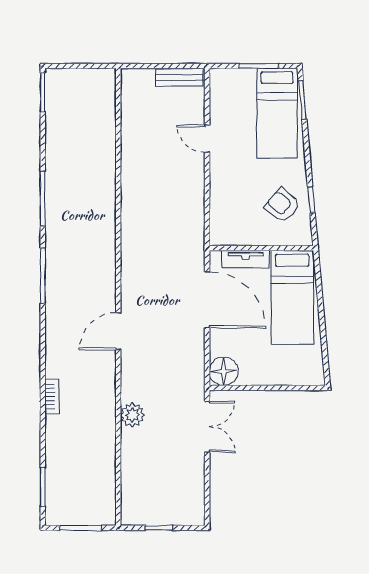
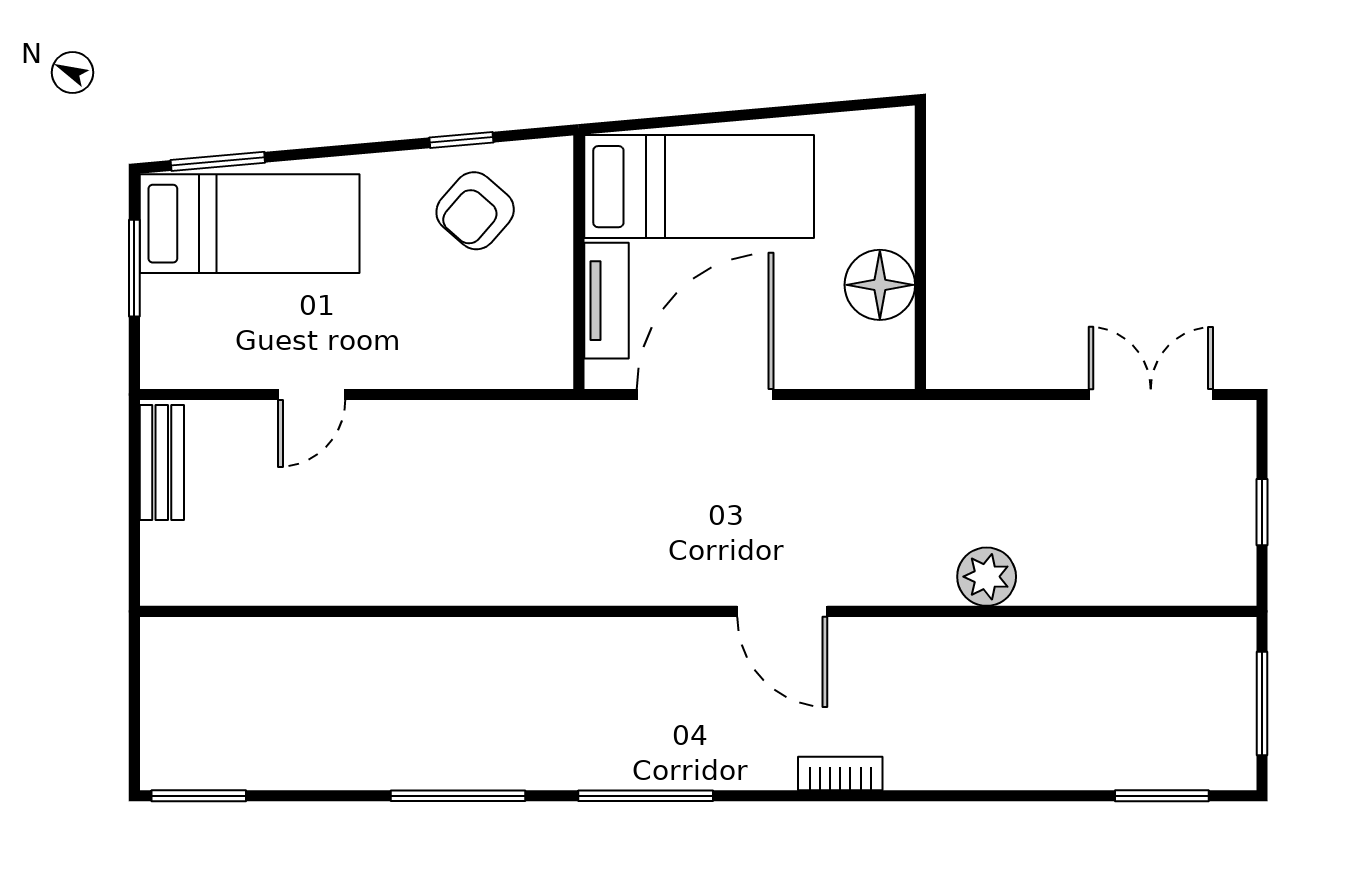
floor lamp: (224, 371) -> (880, 285), moved
bookcase: (52, 397) -> (840, 773), moved
double door: (207, 427) -> (1151, 395), moved

